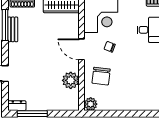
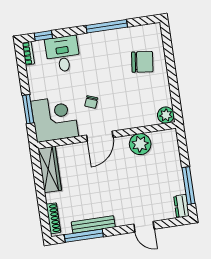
bench: (13, 29) -> (93, 224), width x1.36
chair: (101, 76) -> (142, 62), moved

